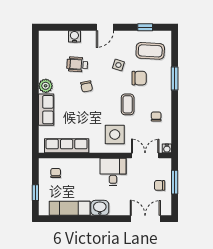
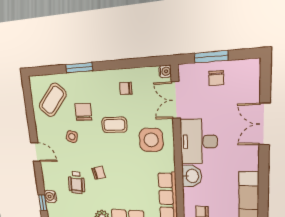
window: (145, 27) -> (43, 203), moved
water cooler: (74, 36) -> (50, 196), moved
coffee table: (150, 51) -> (53, 100), turned 38
desk: (113, 172) -> (199, 142), width x1.37
washbasin: (100, 208) -> (192, 176), moved, turned 180
double door: (145, 219) -> (265, 124), moved

